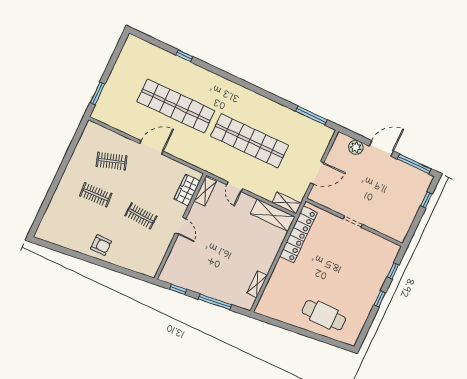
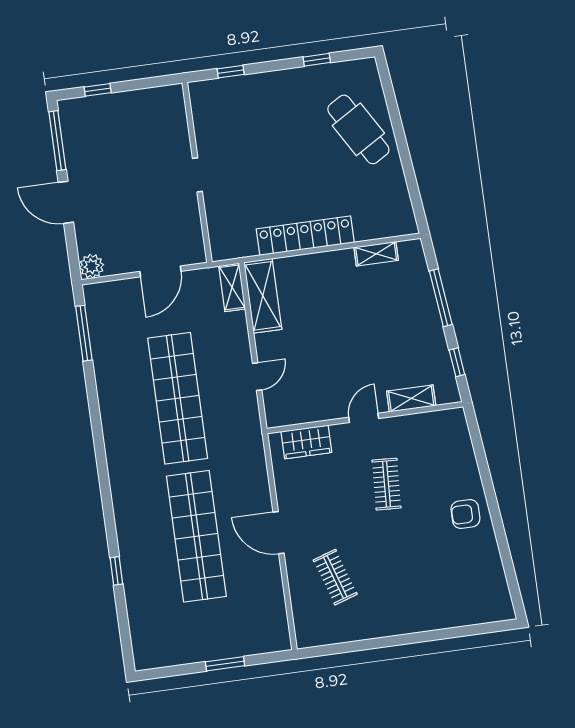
window: (97, 93) -> (225, 664), moved
plant: (356, 147) -> (92, 266), moved
door: (317, 173) -> (160, 271), swing flipped
shelving: (205, 191) -> (411, 398), moved
clothes rail: (96, 195) -> (398, 568), removed
locker: (298, 234) -> (305, 236), moved
armchair: (101, 245) -> (465, 514), turned -90
window: (380, 299) -> (317, 60), moved
cafe table: (324, 315) -> (358, 129), turned -31

